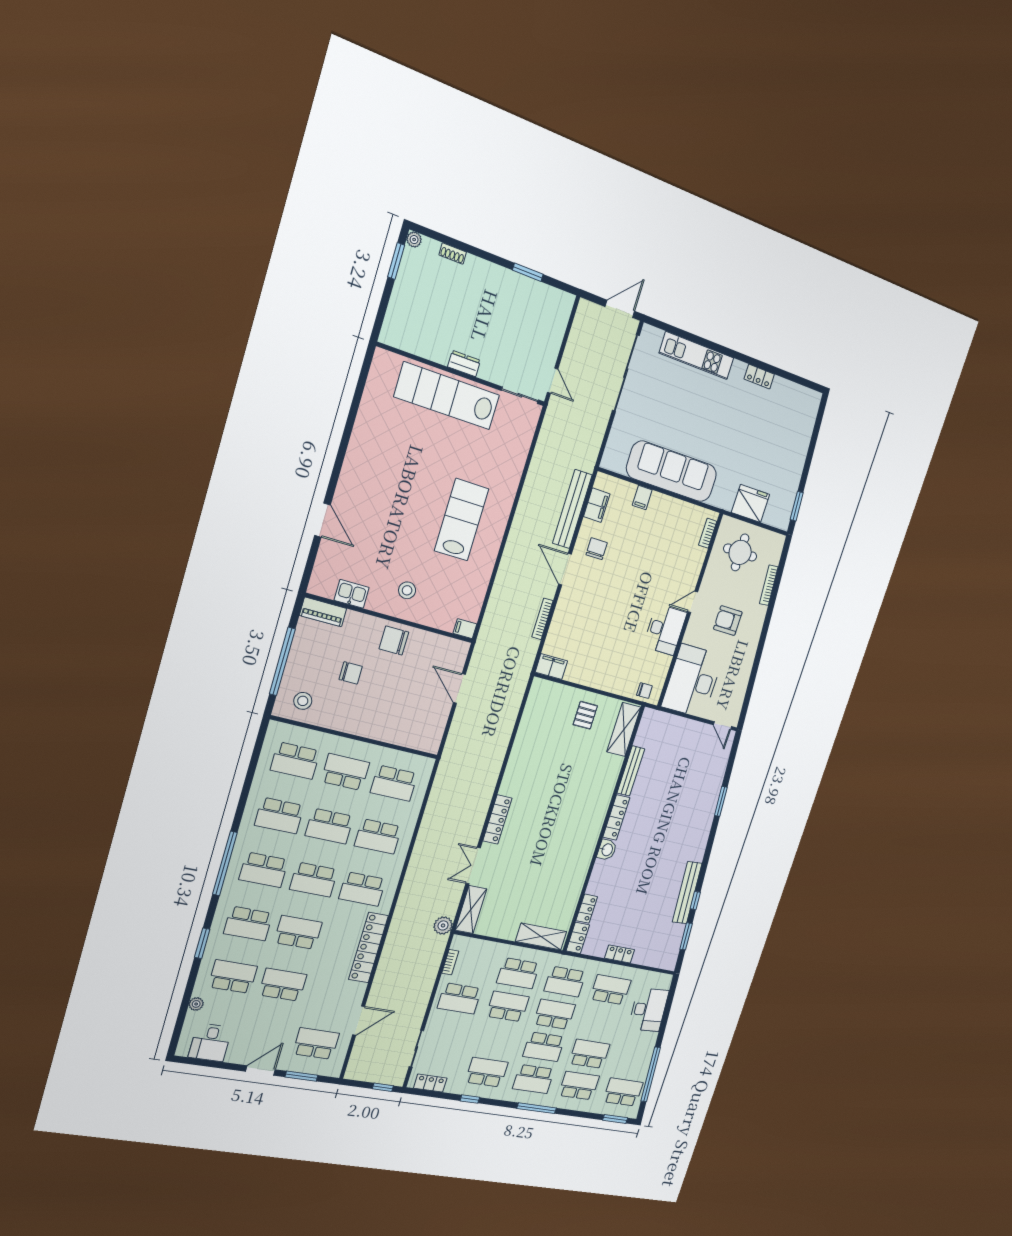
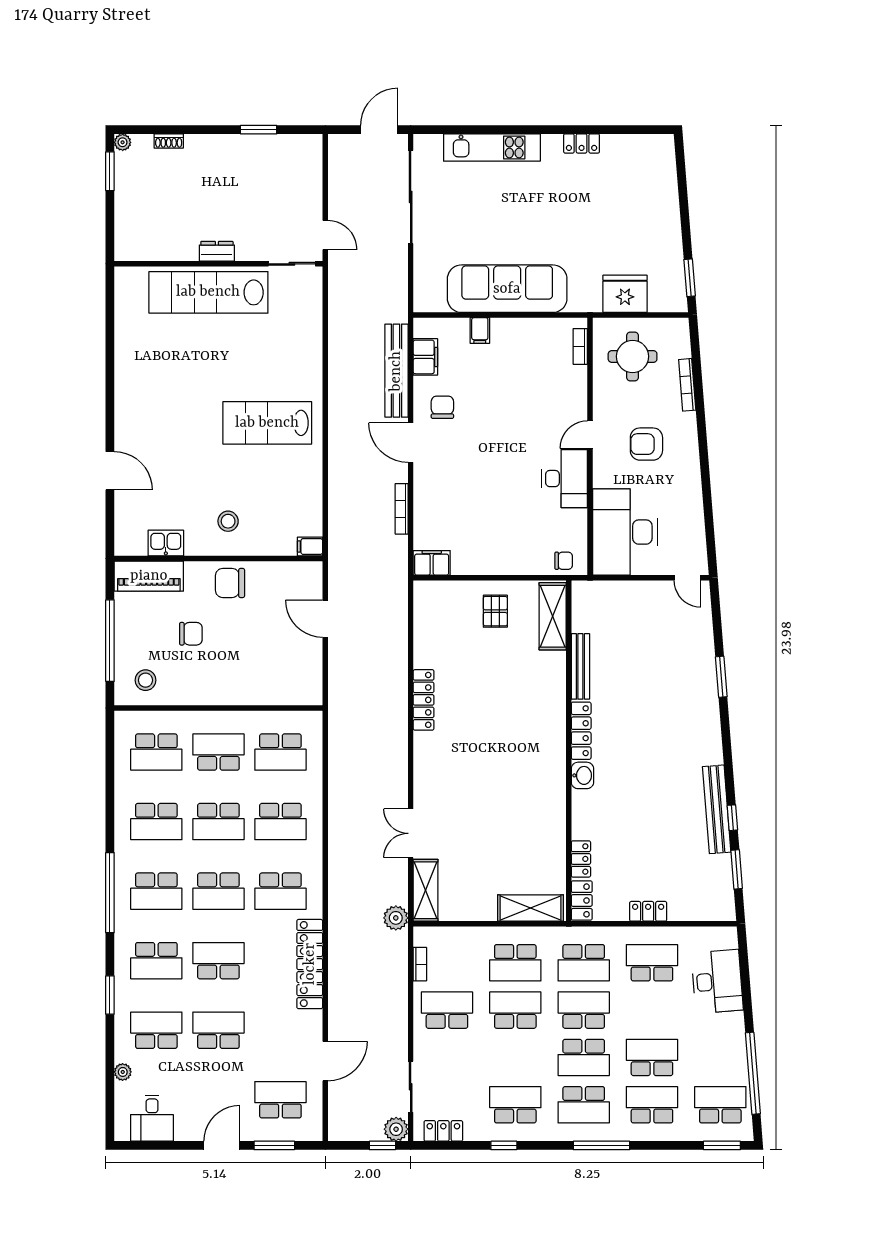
lab bench: (462, 520) -> (267, 423), turned -90
piano: (323, 612) -> (149, 576), width x1.37, depth x1.33
locker: (497, 819) -> (424, 700), moved
school desk: (459, 998) -> (447, 1010), turned 180
plant: (396, 1077) -> (396, 1129), added

